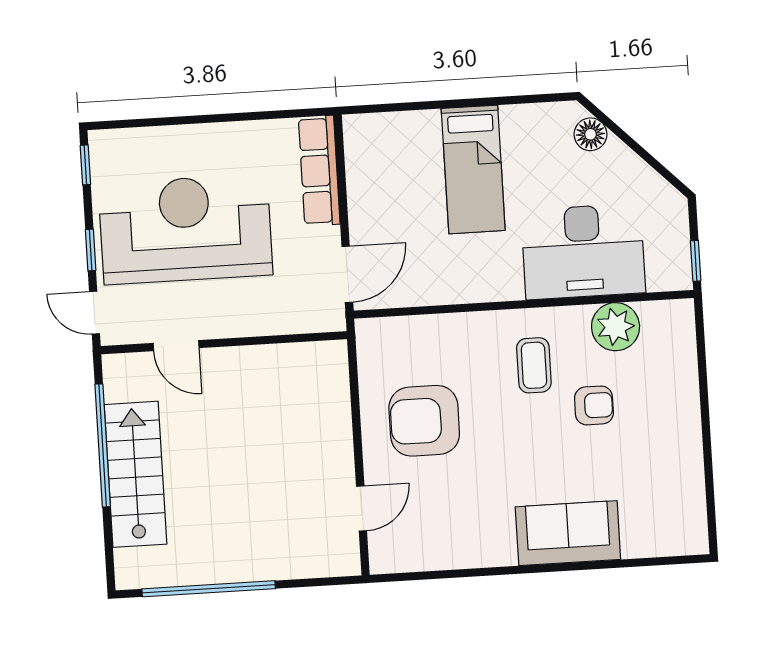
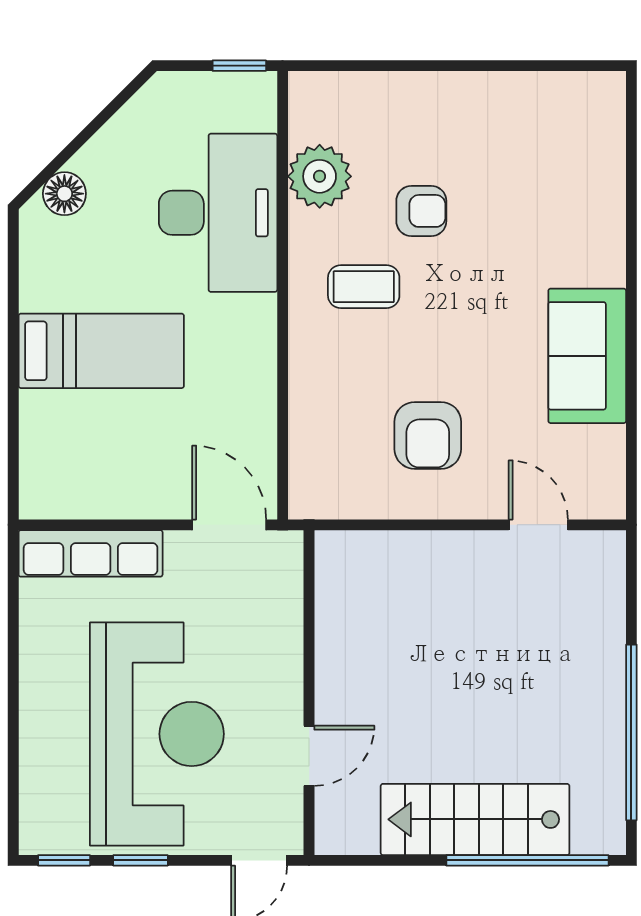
reception desk: (185, 229) -> (157, 734), turned 180
window: (91, 250) -> (141, 860), moved
armchair: (594, 405) -> (421, 211), turned 90
armchair: (424, 421) -> (428, 435), width x0.73, depth x0.73
window: (103, 445) -> (527, 860), moved
sofa: (568, 533) -> (587, 356), moved

